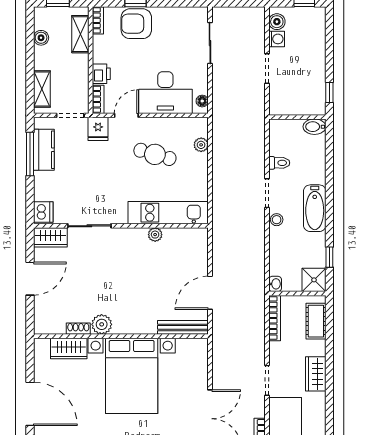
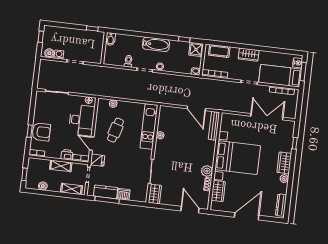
armchair: (136, 24) -> (41, 132), turned -90
shelving: (80, 34) -> (61, 166), moved
dishwasher: (43, 212) -> (124, 194), moved
door: (30, 279) -> (190, 210), moved

